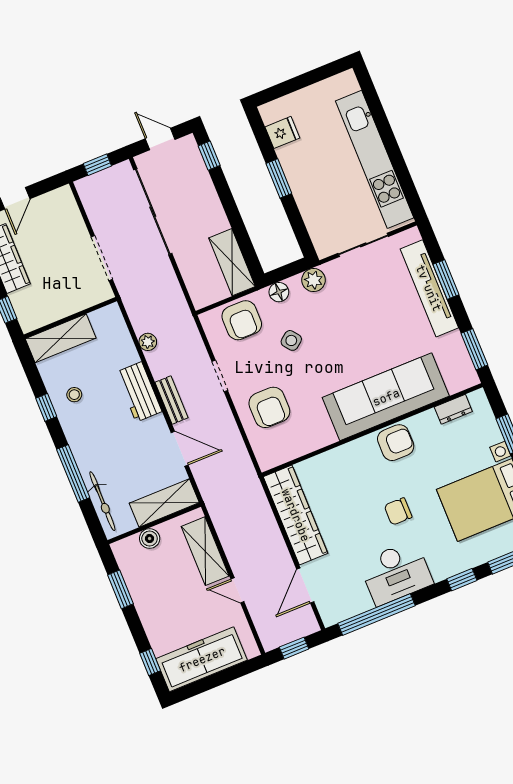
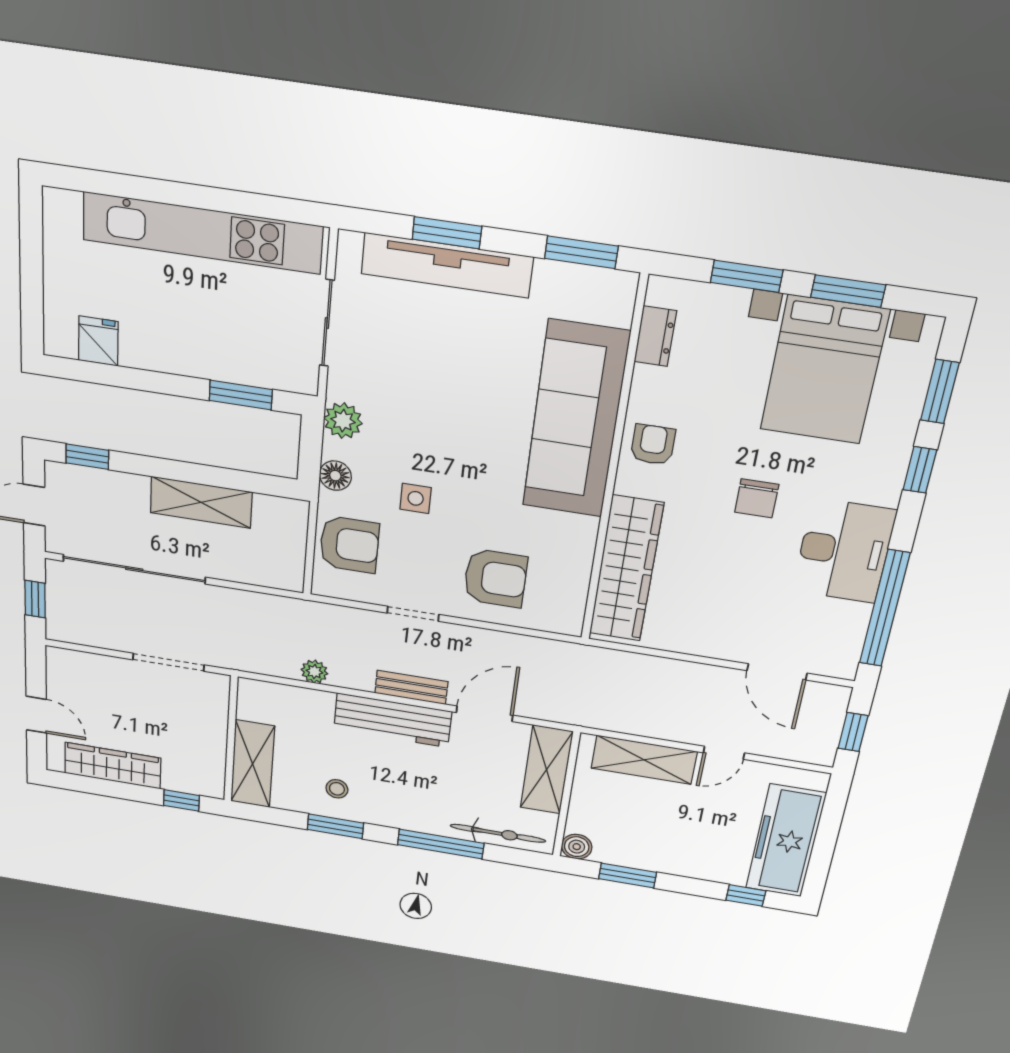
window: (279, 178) -> (241, 395), moved
shelving: (232, 262) -> (201, 502), moved
side table: (291, 340) -> (416, 498), turned 38
workbench: (139, 392) -> (393, 720), width x1.38
window: (46, 407) -> (335, 826), width x1.50
armchair: (396, 443) -> (653, 445), width x0.72, depth x0.72
wardrobe: (296, 515) -> (626, 569), moved, turned 90
boiler: (150, 539) -> (577, 847), moved

